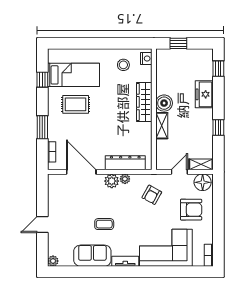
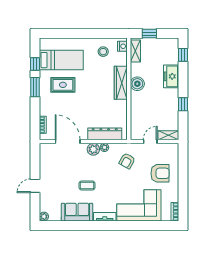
shelving: (162, 126) -> (135, 51), moved
window: (42, 127) -> (35, 87), moved
floor lamp: (203, 182) -> (170, 150), removed

